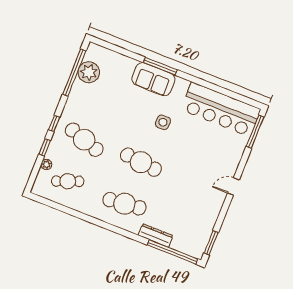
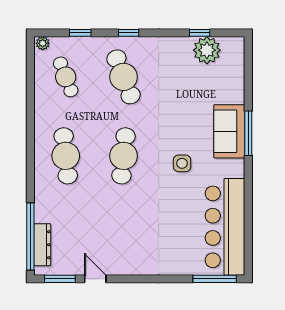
window: (74, 73) -> (200, 33), width x0.32
cafe table: (84, 140) -> (124, 77), turned -39
window: (45, 147) -> (80, 33), moved
plant: (46, 165) -> (43, 43), moved
door: (233, 187) -> (95, 279), moved
dresser: (156, 235) -> (42, 245), moved

